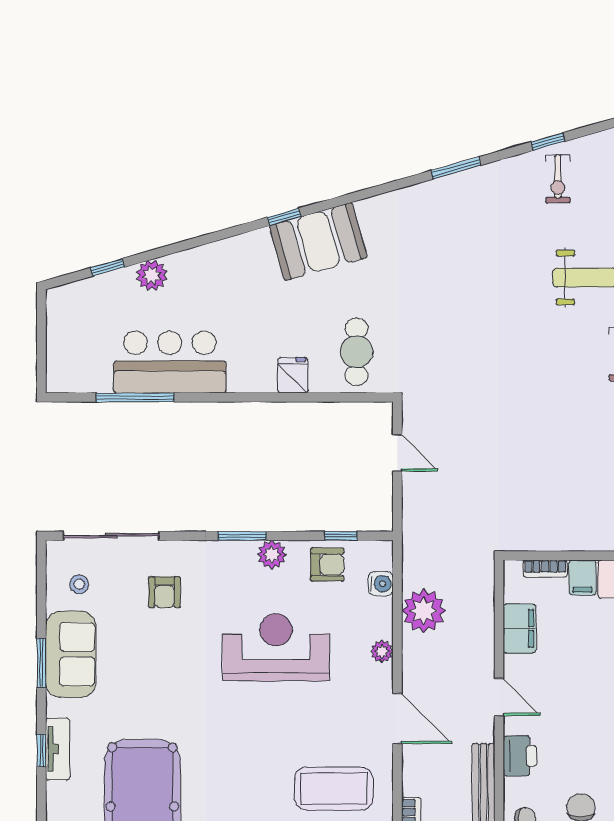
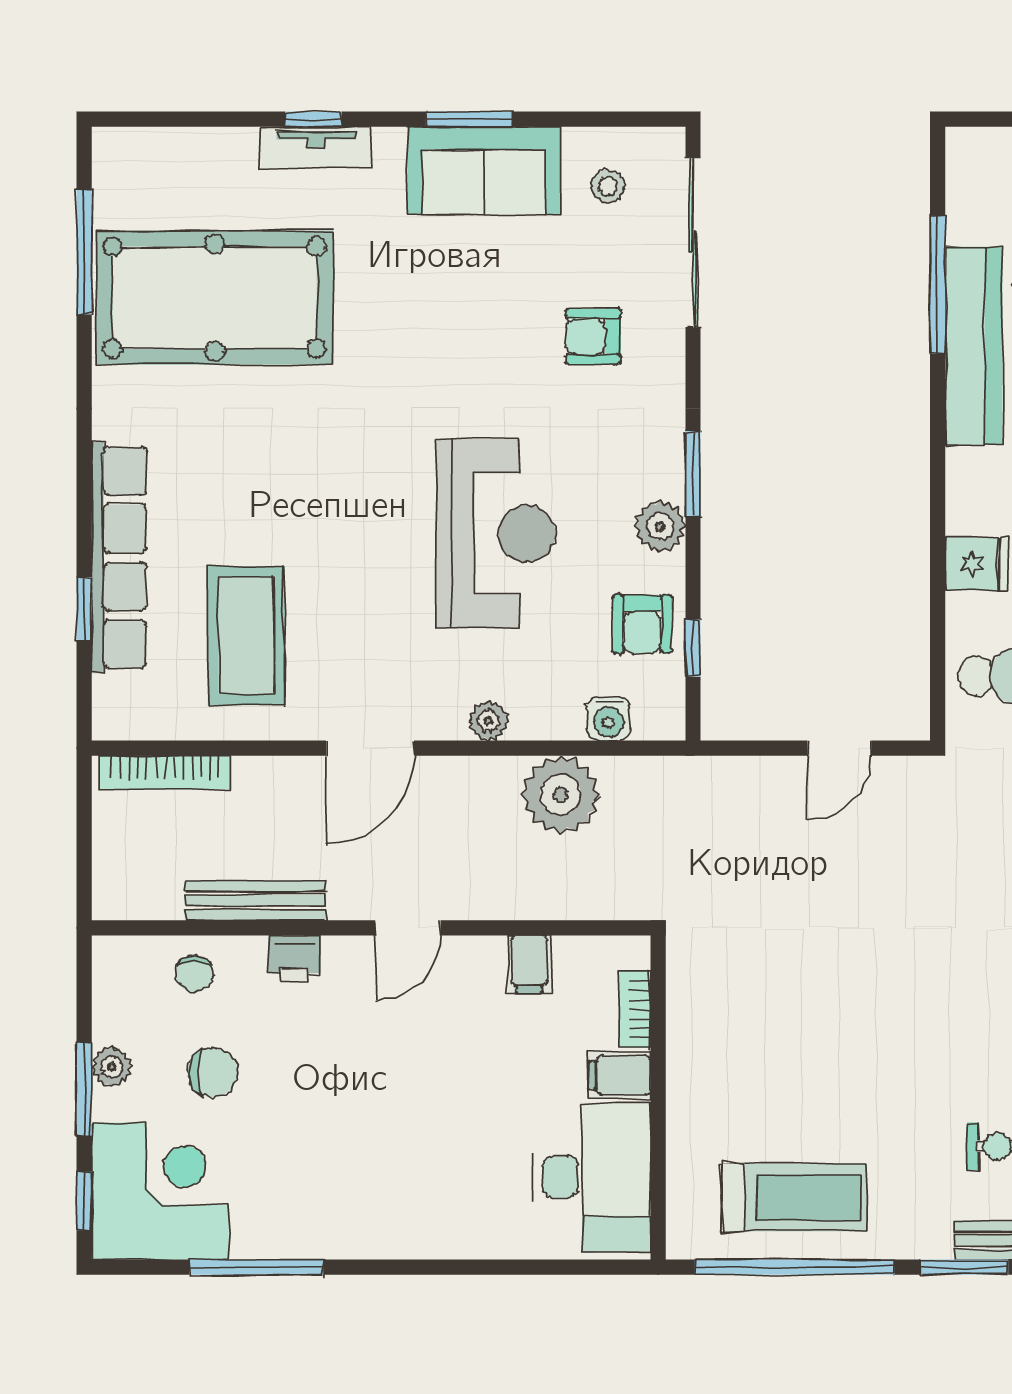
filing cabinet: (520, 628) -> (529, 964), width x0.50
printer: (520, 756) -> (295, 959), width x0.73, depth x0.81

